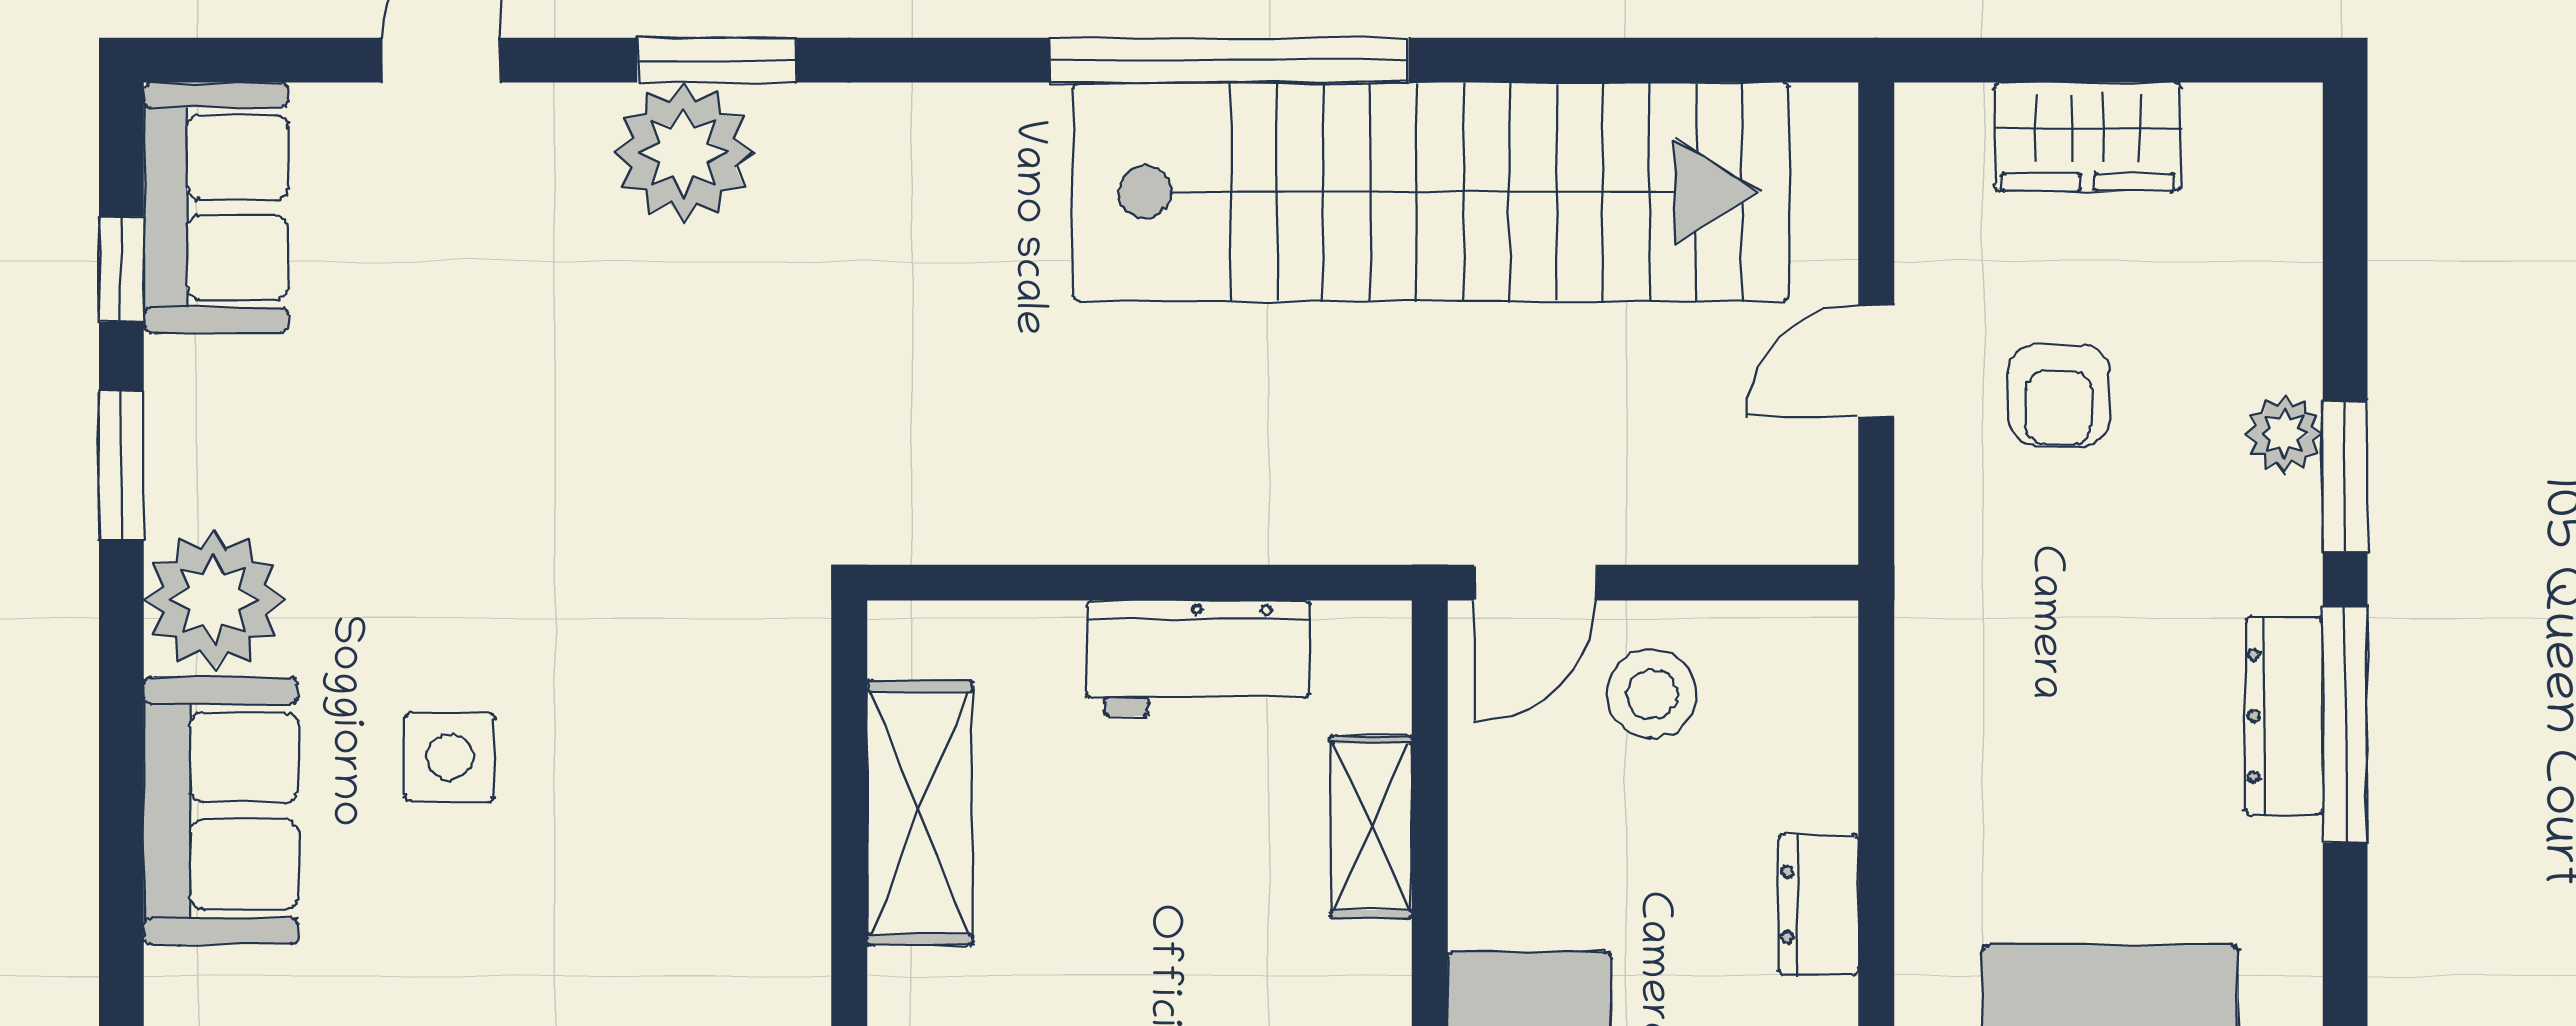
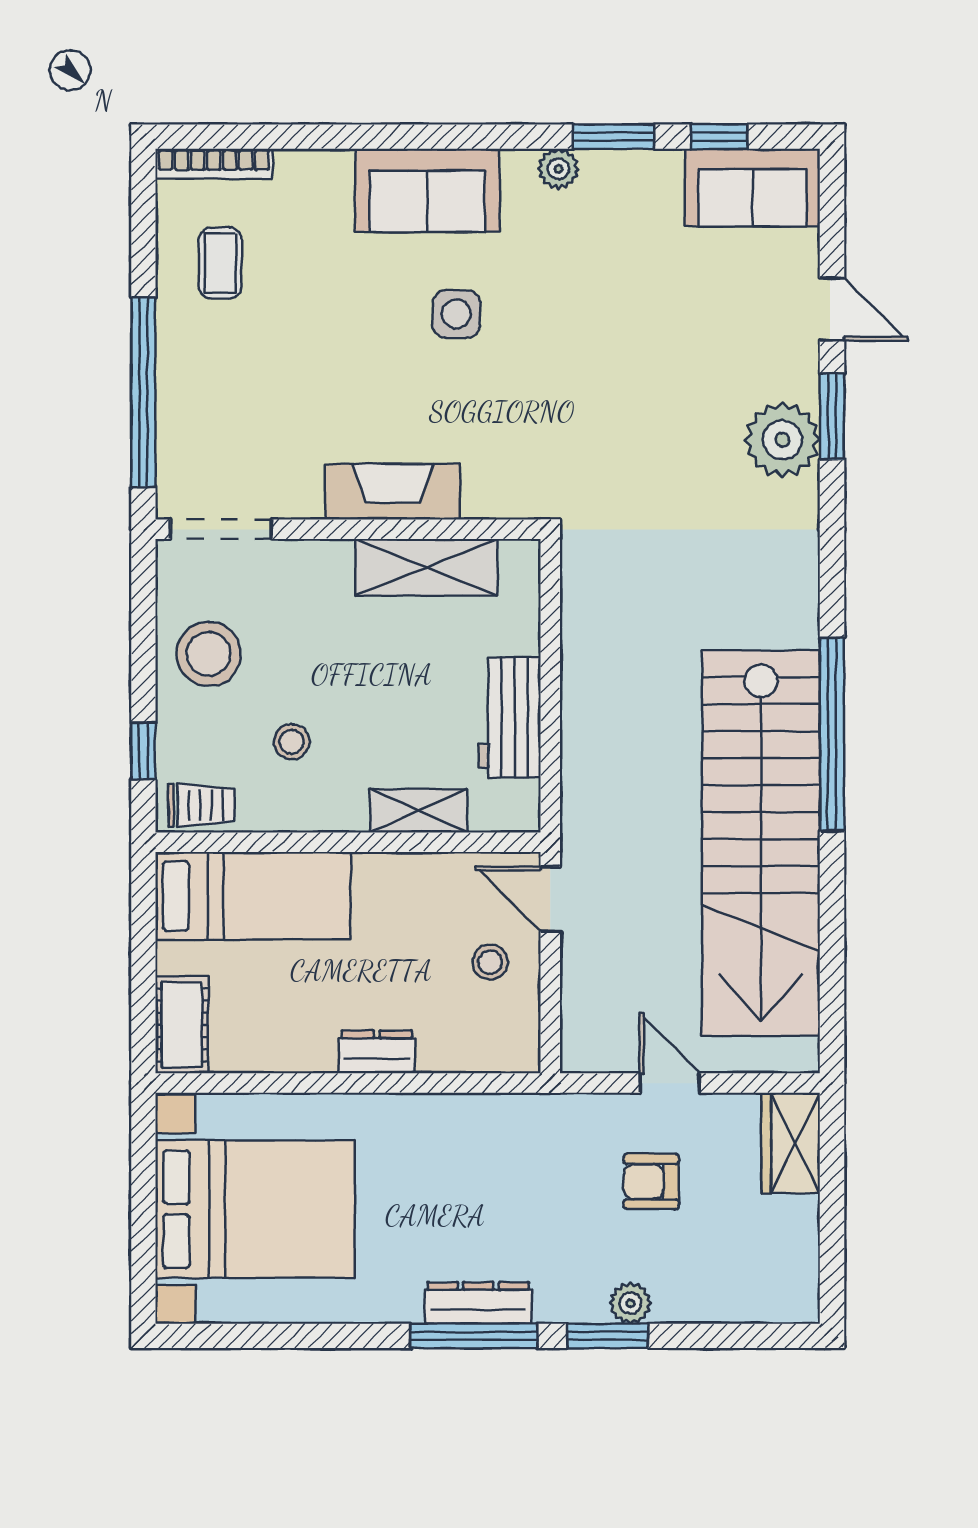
window: (717, 60) -> (832, 416), moved
wardrobe: (2088, 137) -> (791, 1143), moved
plant: (214, 600) -> (559, 169), width x0.53, depth x0.53
stool: (1652, 694) -> (490, 962), width x0.73, depth x0.73
fireplace: (780, 875) -> (393, 492), added

